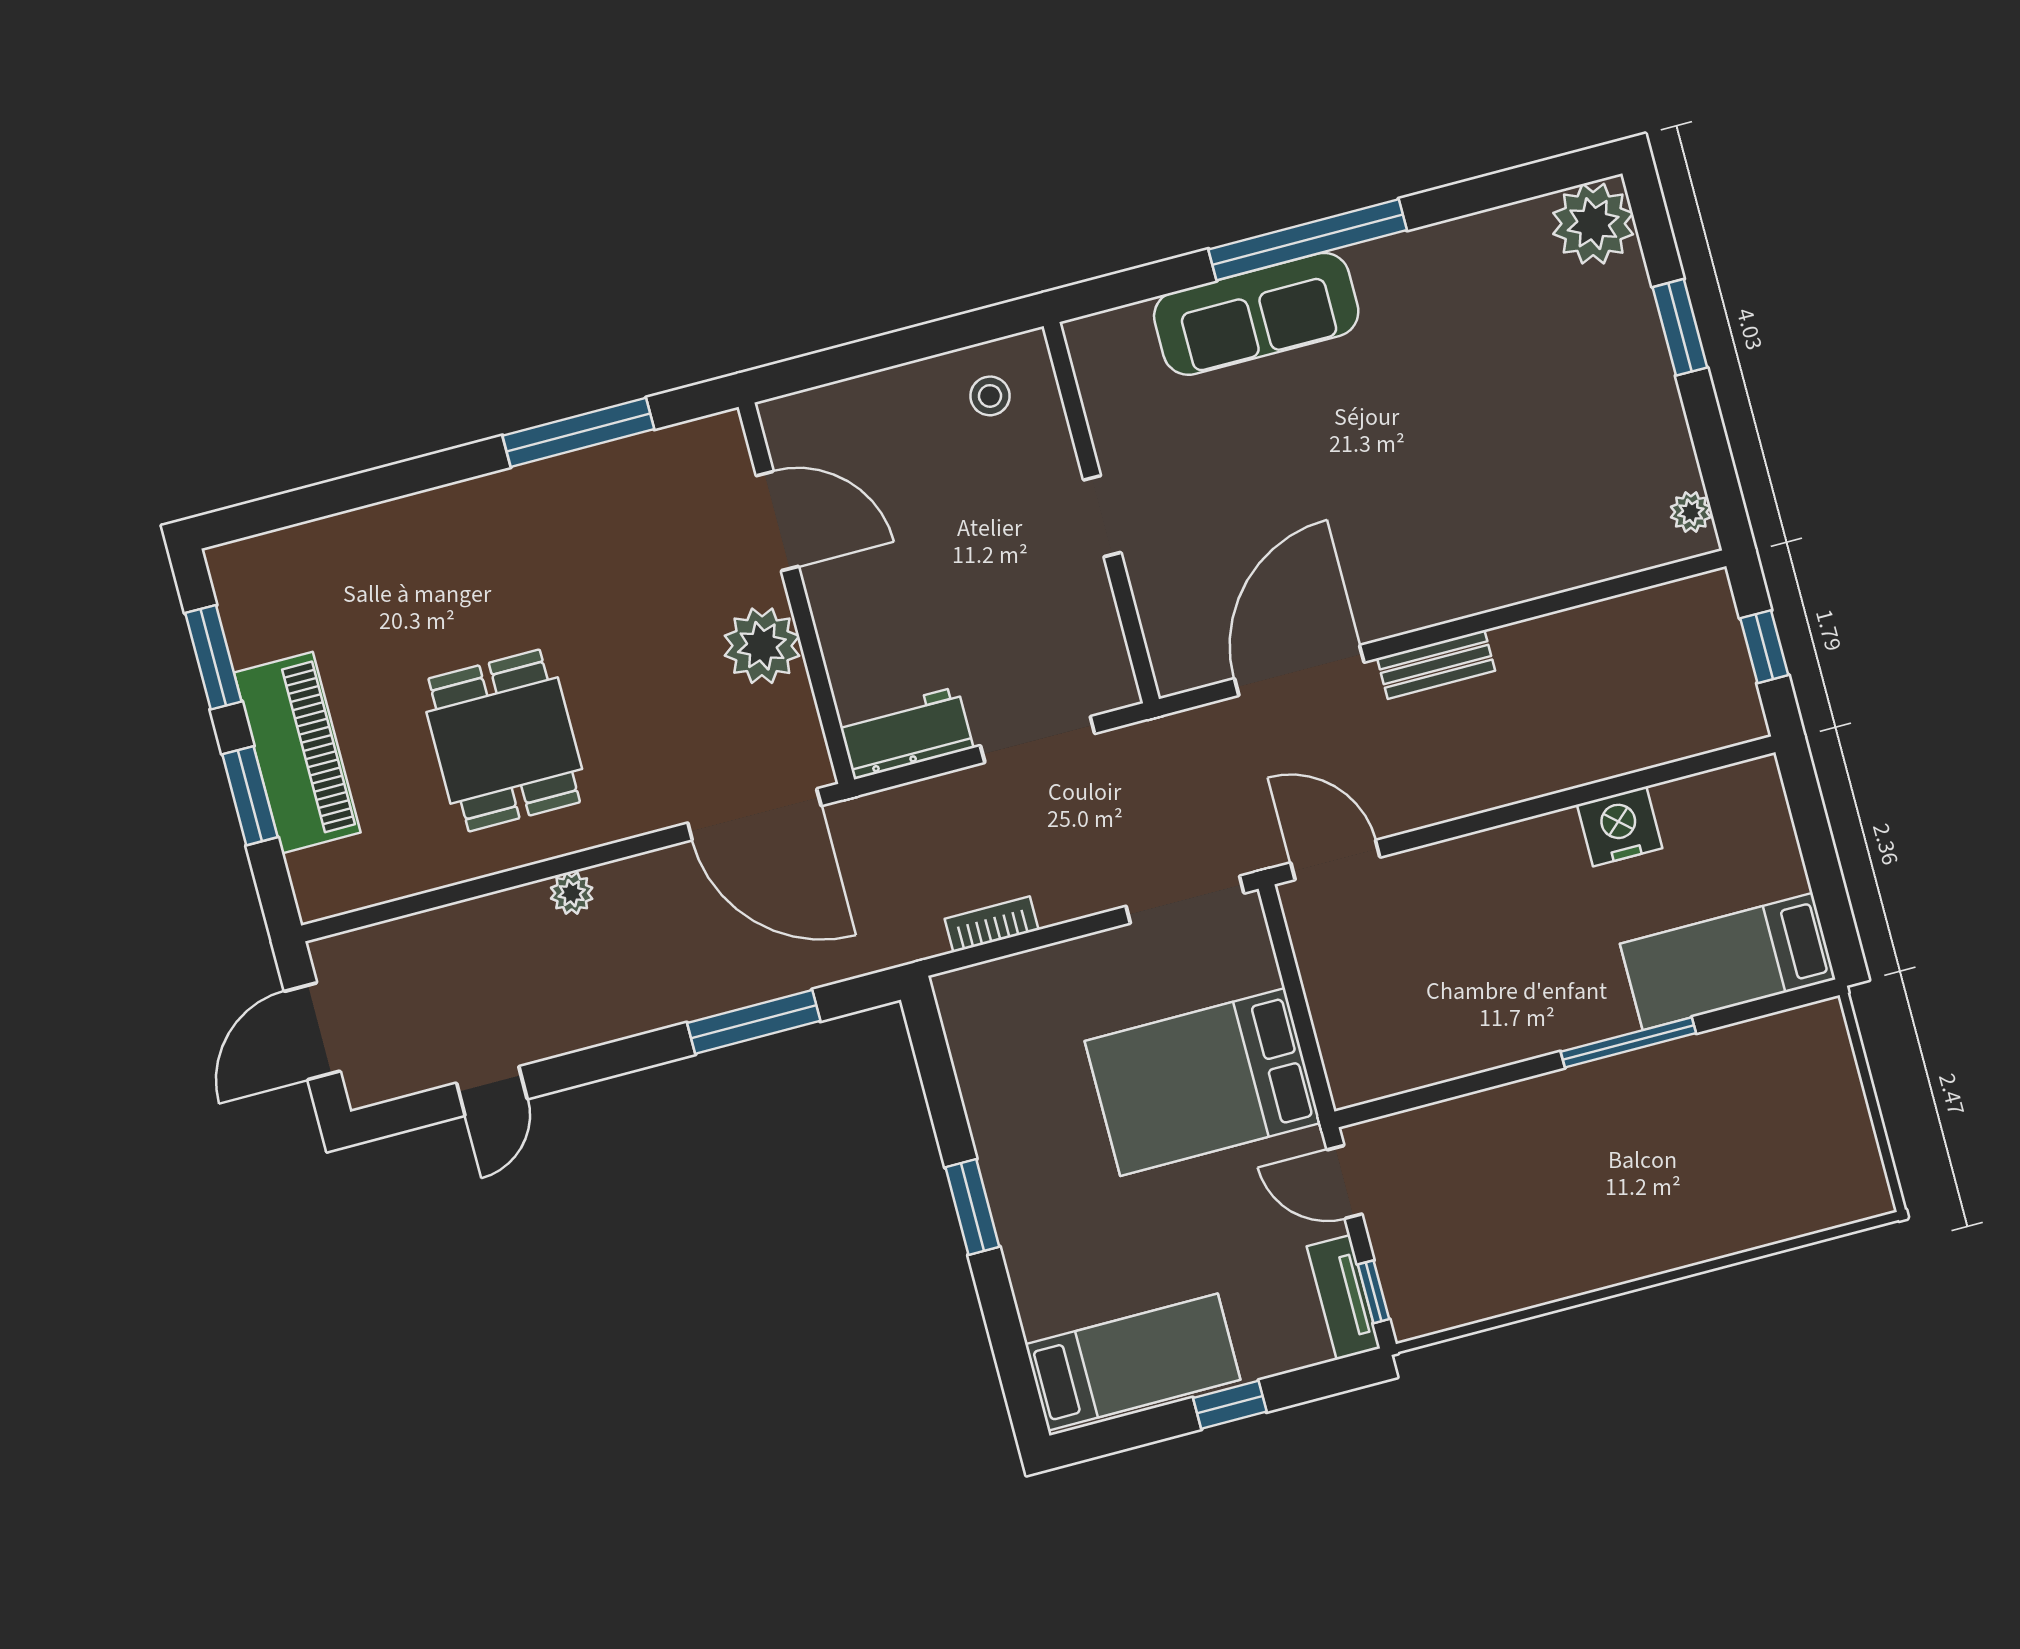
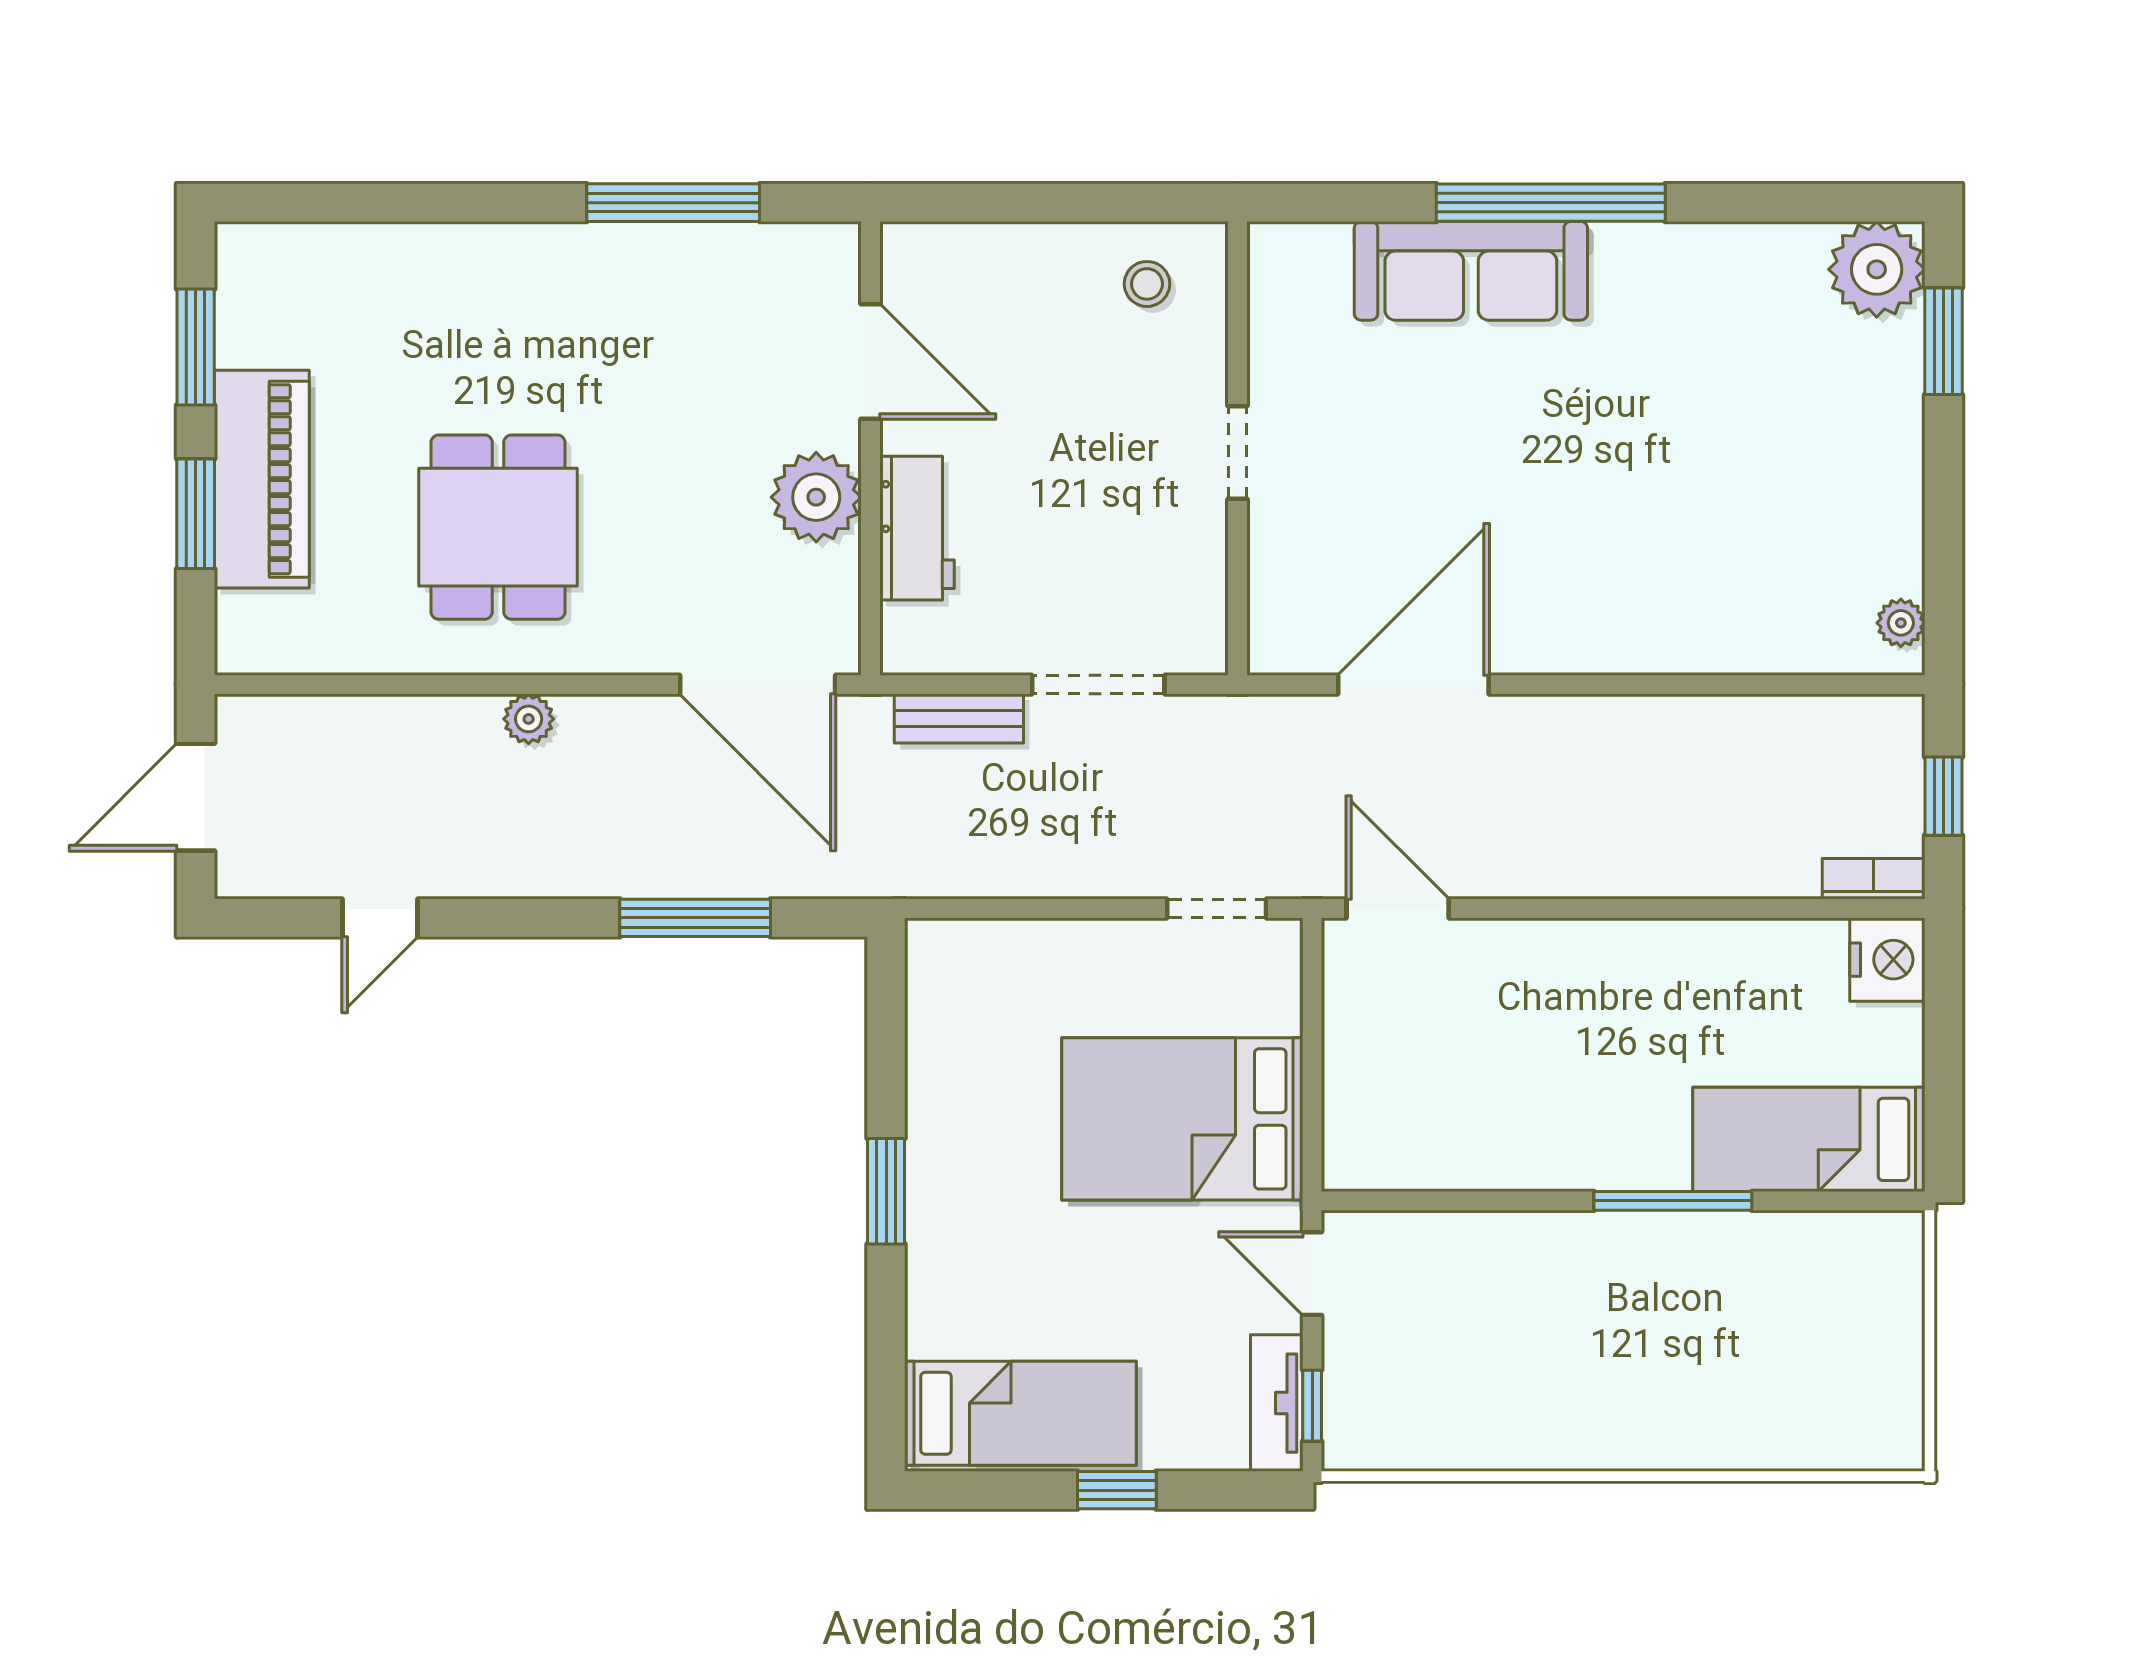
window: (1680, 327) -> (1943, 341), moved
bench: (1436, 664) -> (959, 719), moved
workbench: (906, 733) -> (917, 528), moved, turned 90
nightstand: (1620, 826) -> (1887, 960), moved, turned 90
doorway: (1185, 900) -> (1217, 909), width x0.73
bookcase: (992, 924) -> (1874, 879), moved

